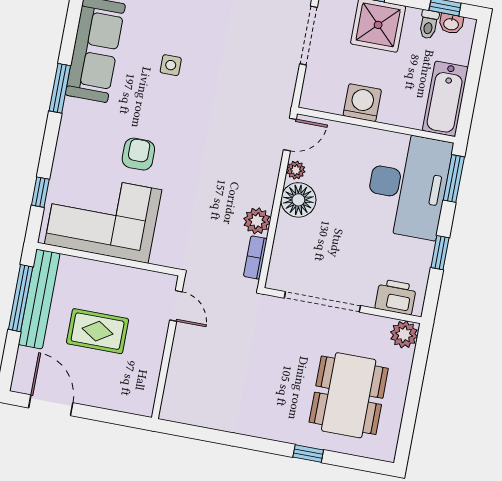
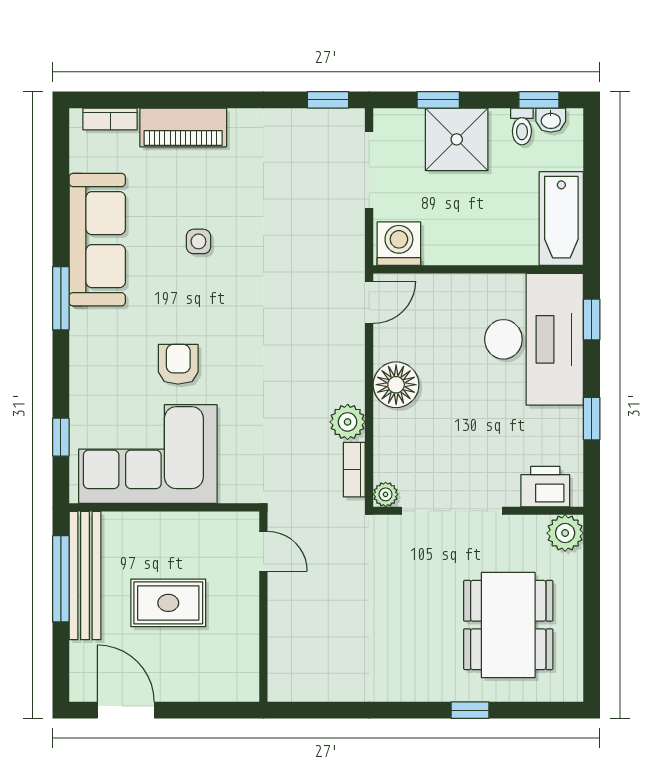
washing machine: (362, 103) -> (399, 244), moved
plant: (296, 170) -> (386, 494), moved
window: (454, 179) -> (592, 320), width x0.67

